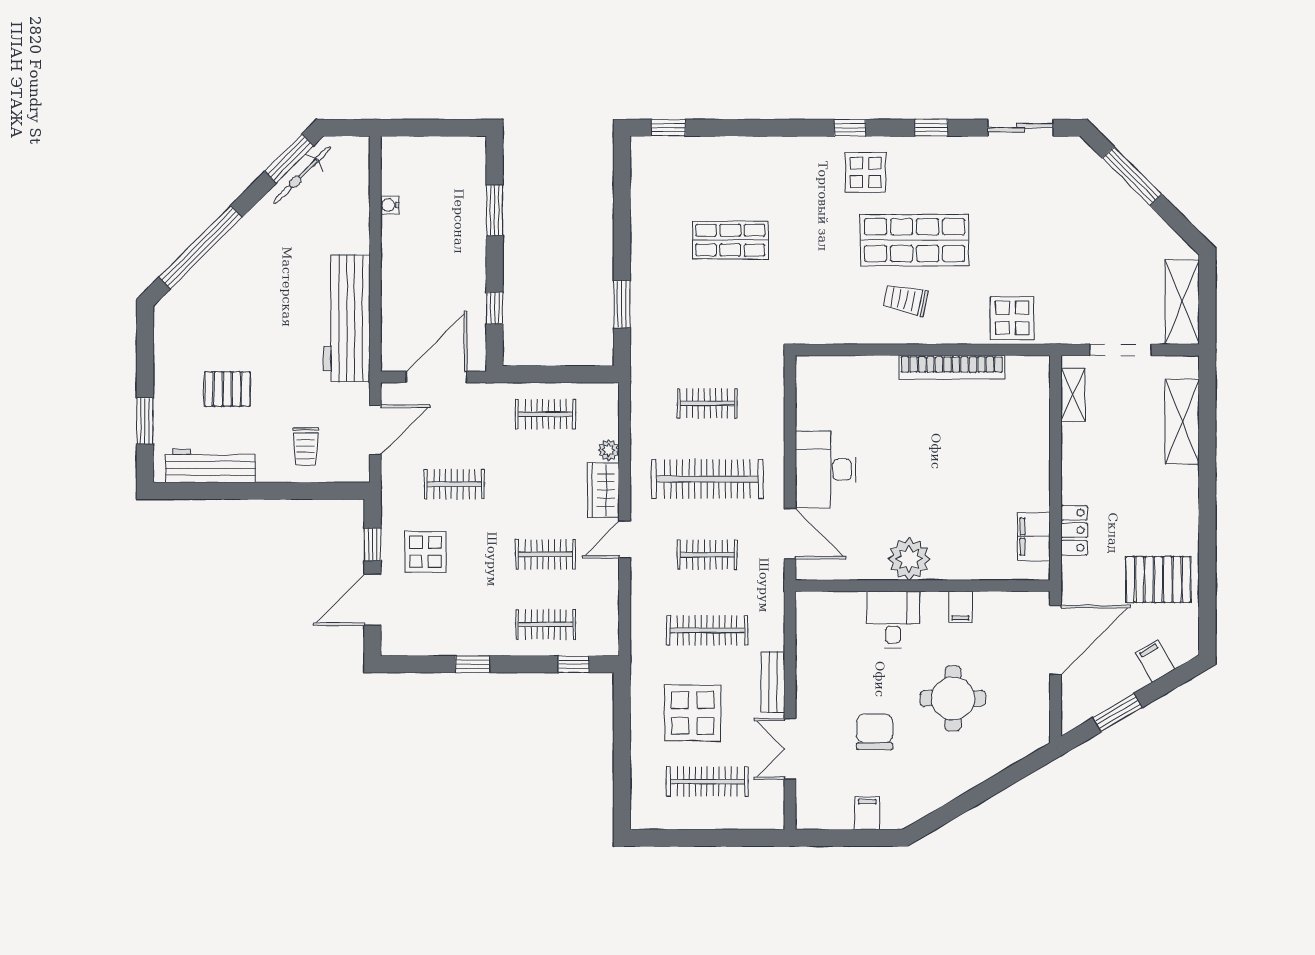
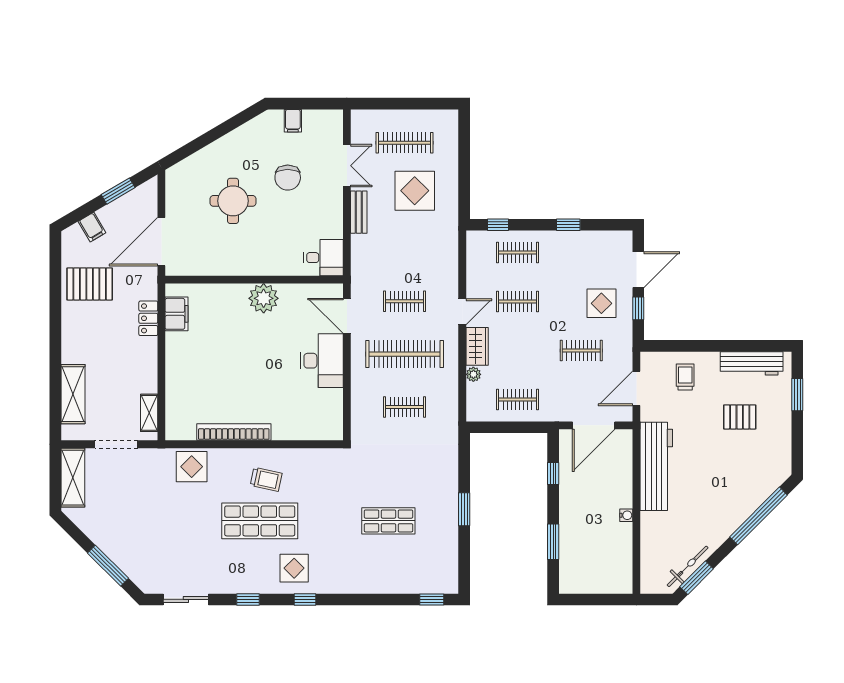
water cooler: (390, 205) -> (626, 515), moved
window: (622, 304) -> (464, 509), moved
filing cabinet: (960, 607) -> (228, 265), removed
desk: (893, 619) -> (323, 258), moved, turned -90
clothes rail: (707, 630) -> (405, 248), removed

